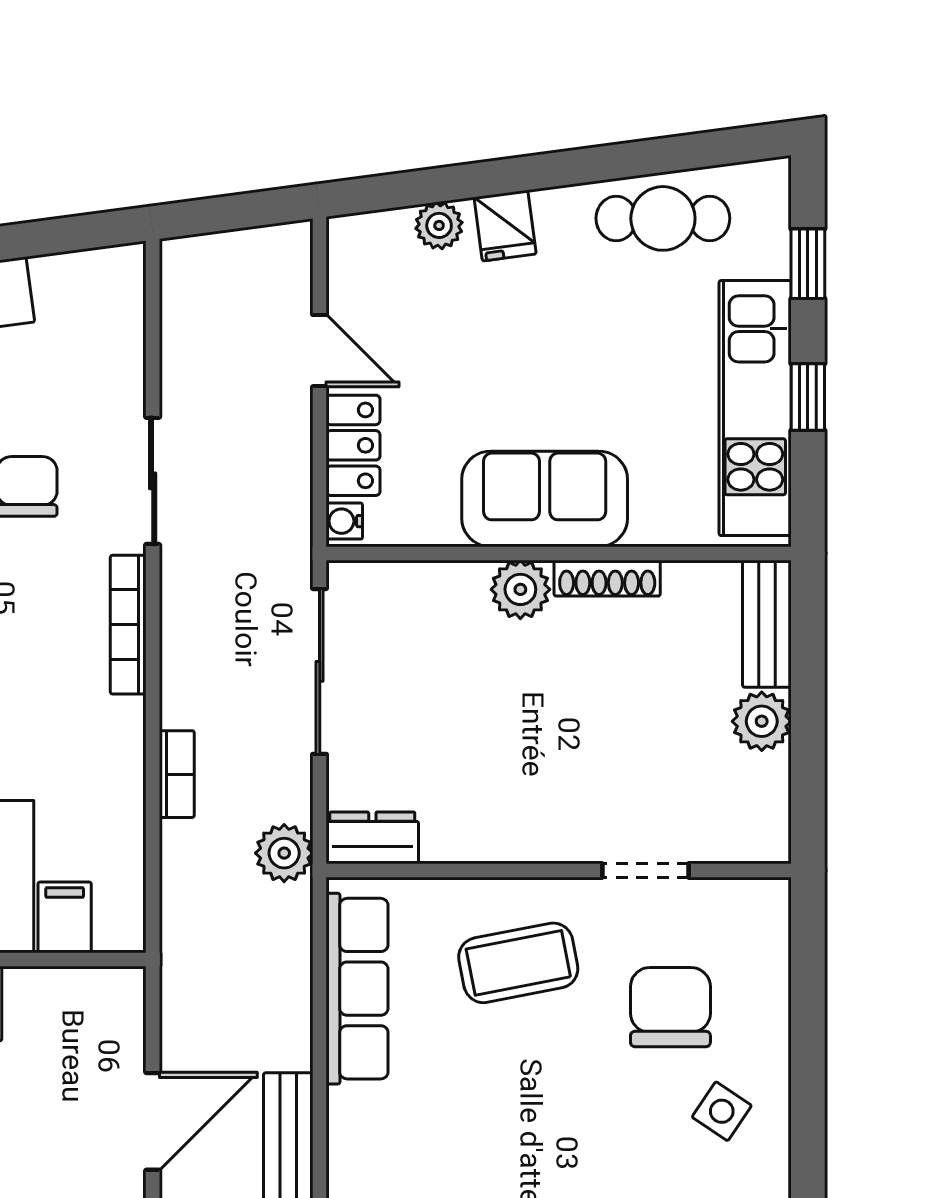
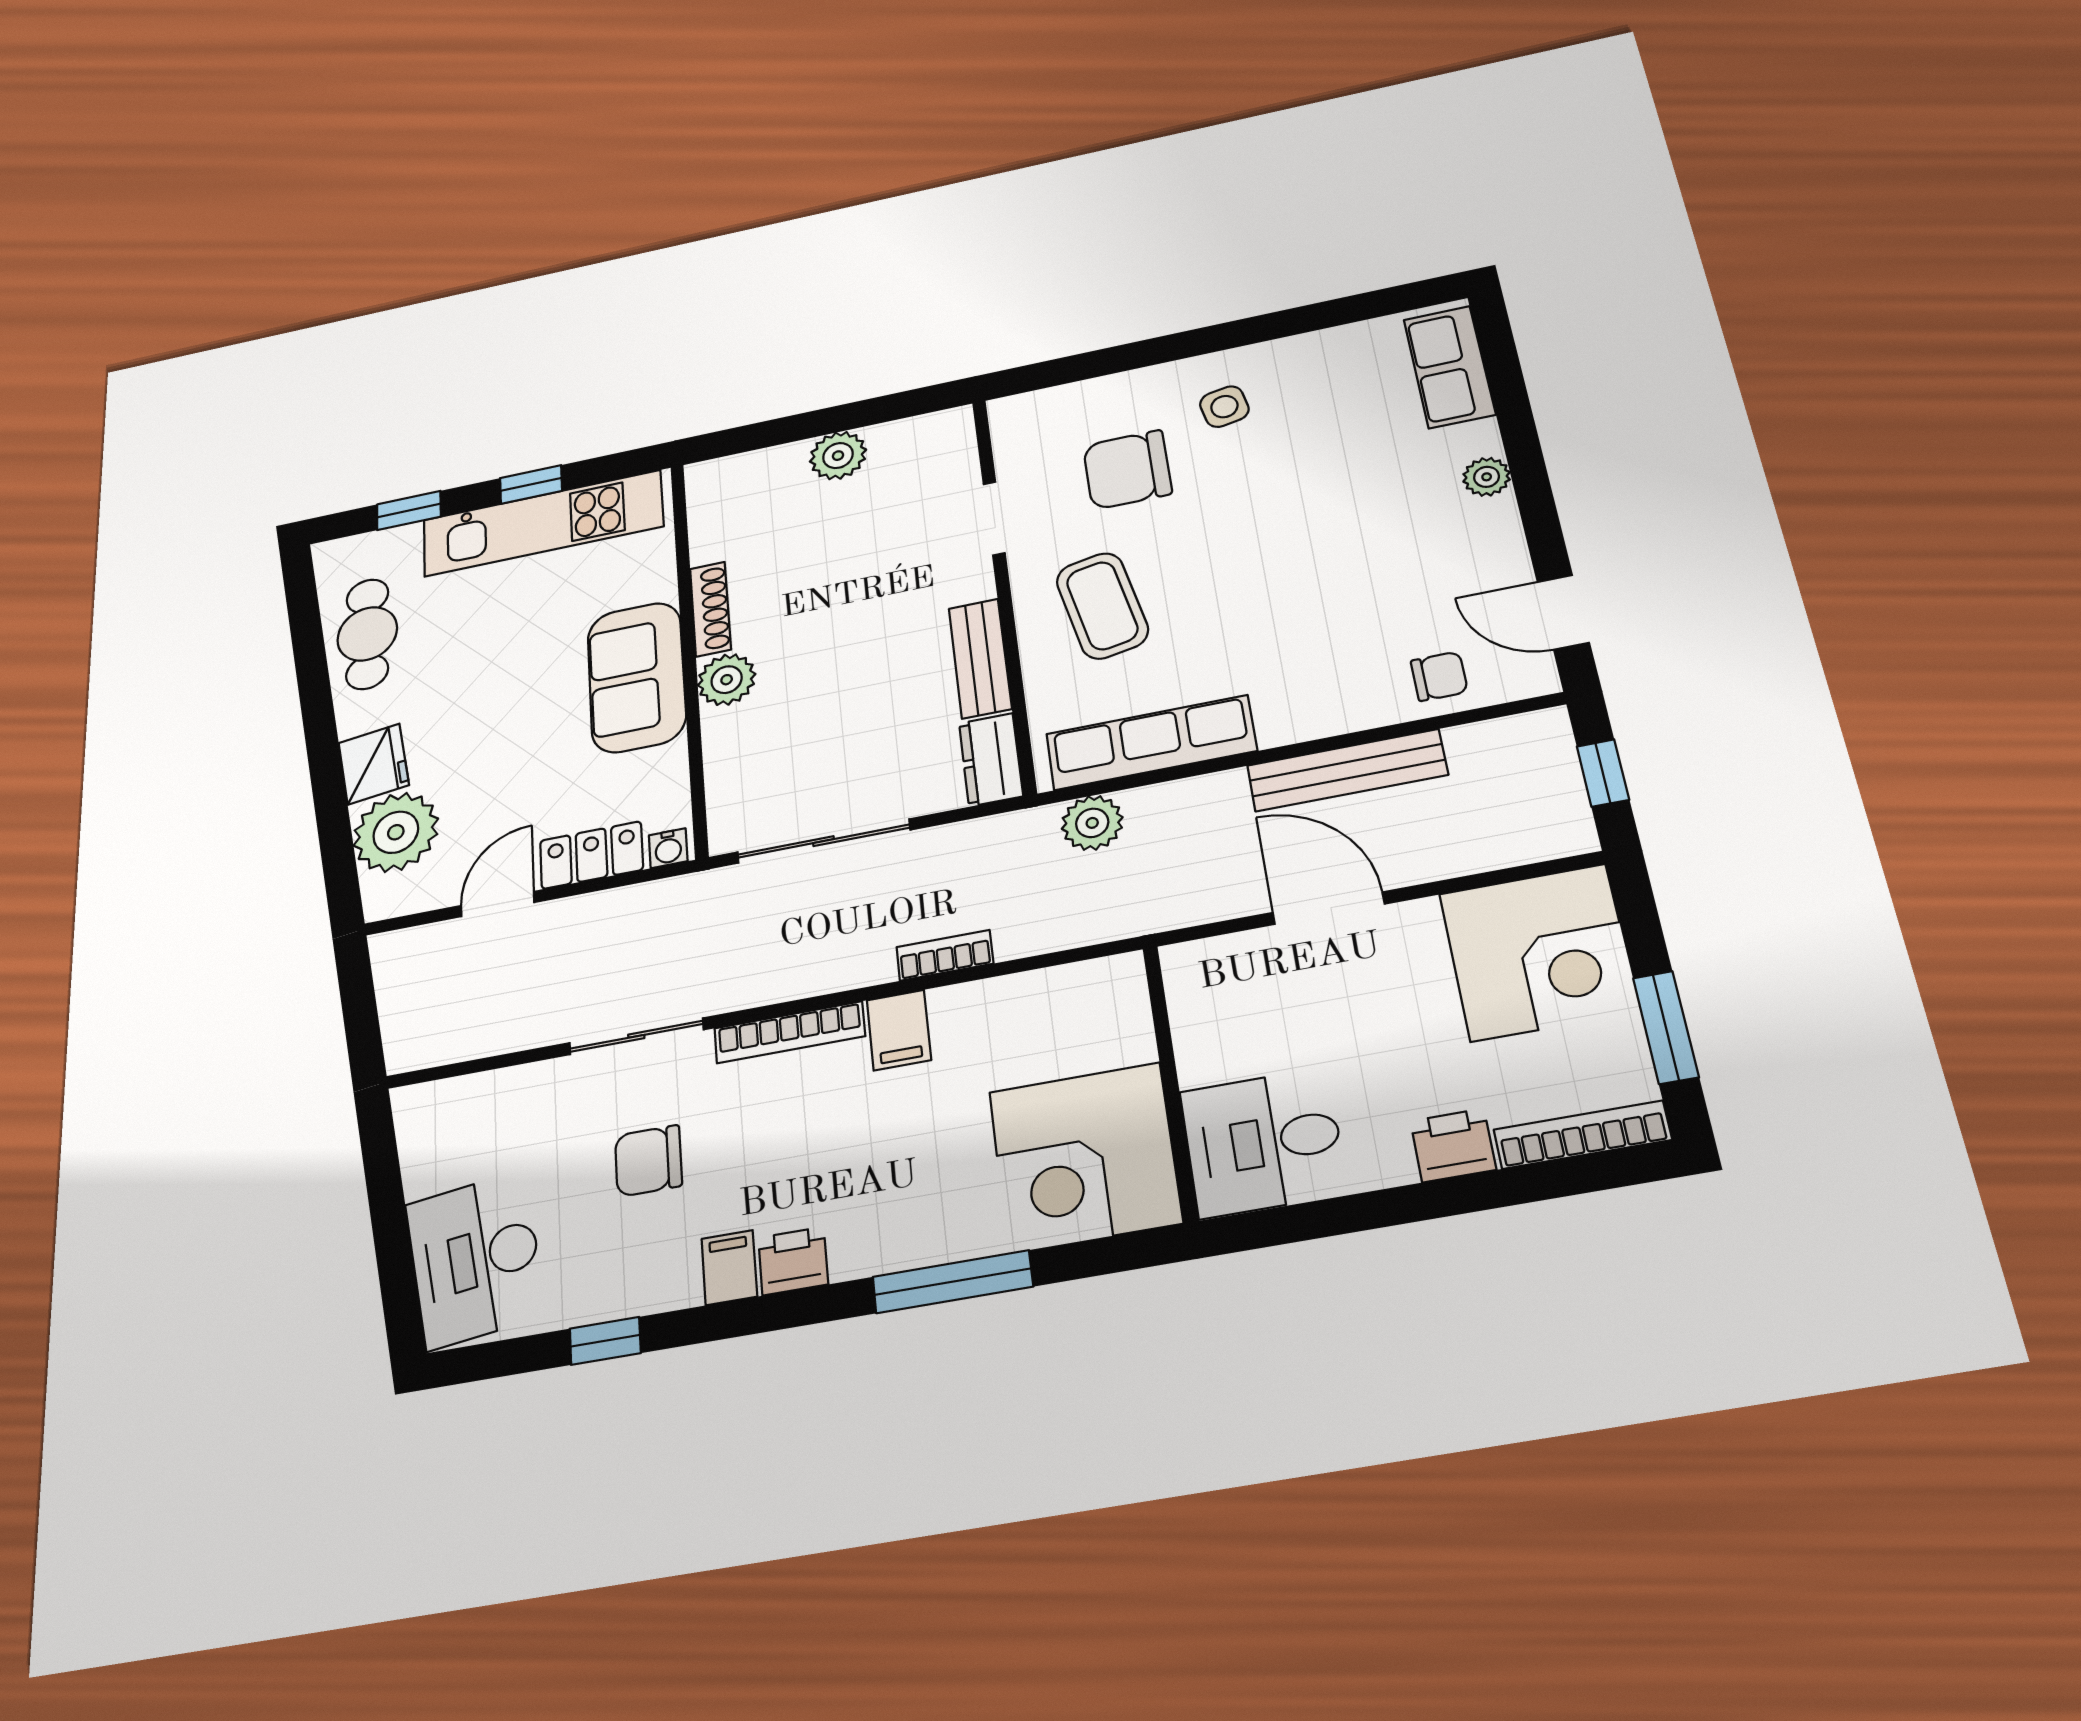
plant: (439, 225) -> (396, 832), width x1.87, depth x1.87
fridge: (505, 226) -> (374, 764), width x1.38
bench: (767, 624) -> (980, 658), moved, turned 90
plant: (284, 853) -> (1092, 823), moved
filing cabinet: (65, 917) -> (899, 1030), moved, turned -90
side table: (722, 1111) -> (1224, 407), turned 45

